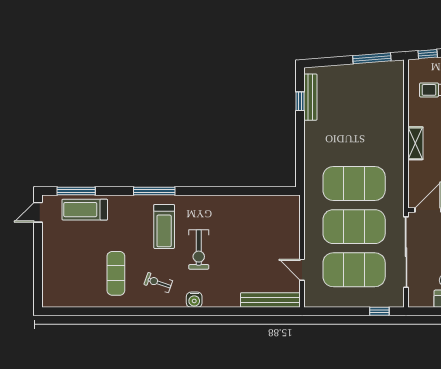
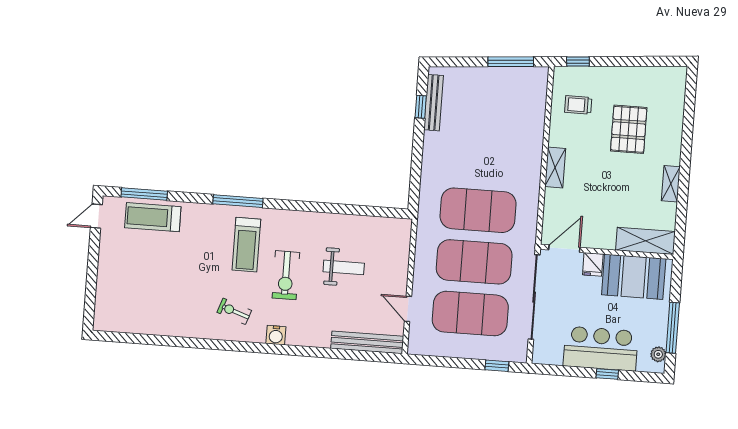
weight bench: (246, 239) -> (344, 267), added
exercise mat: (116, 273) -> (184, 296), removed

